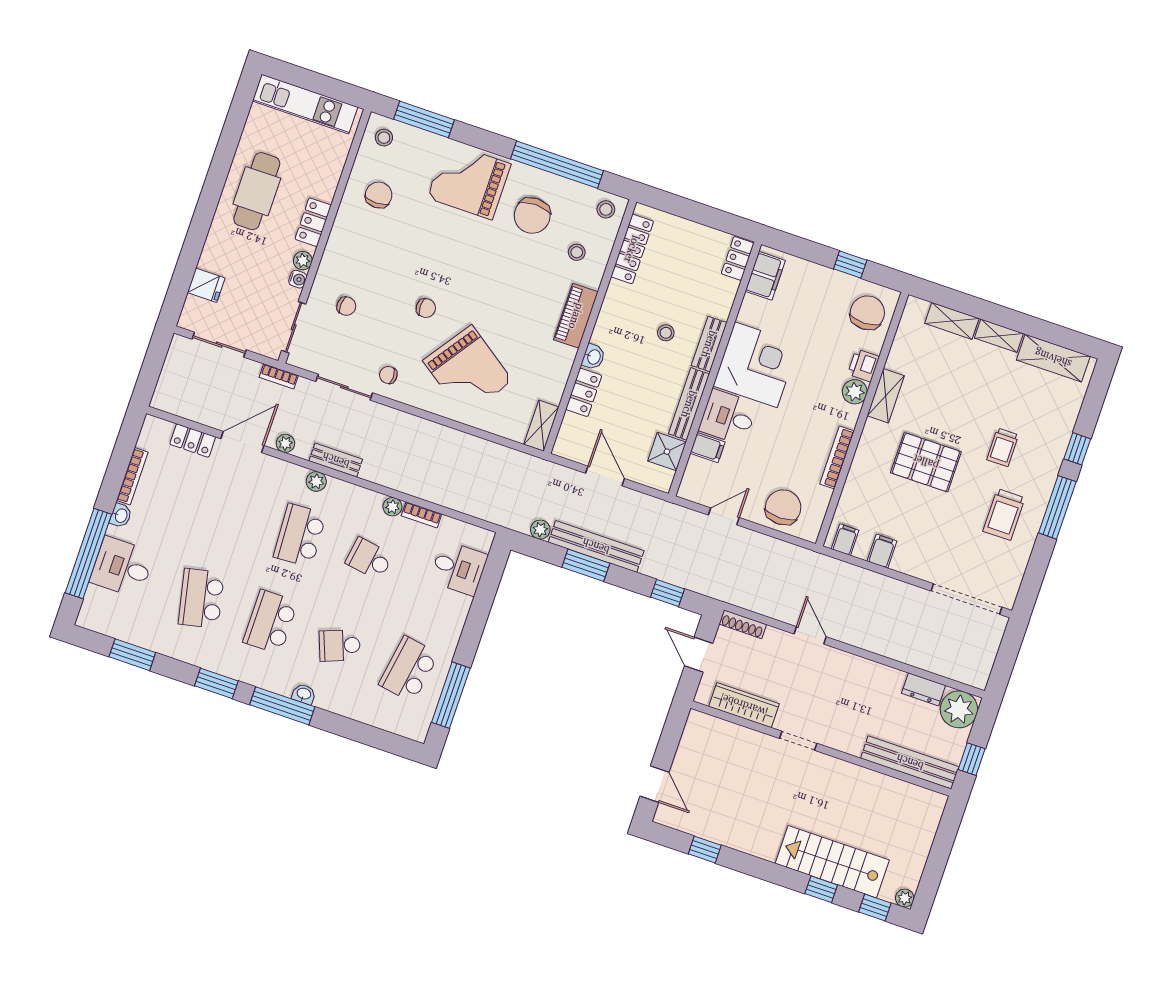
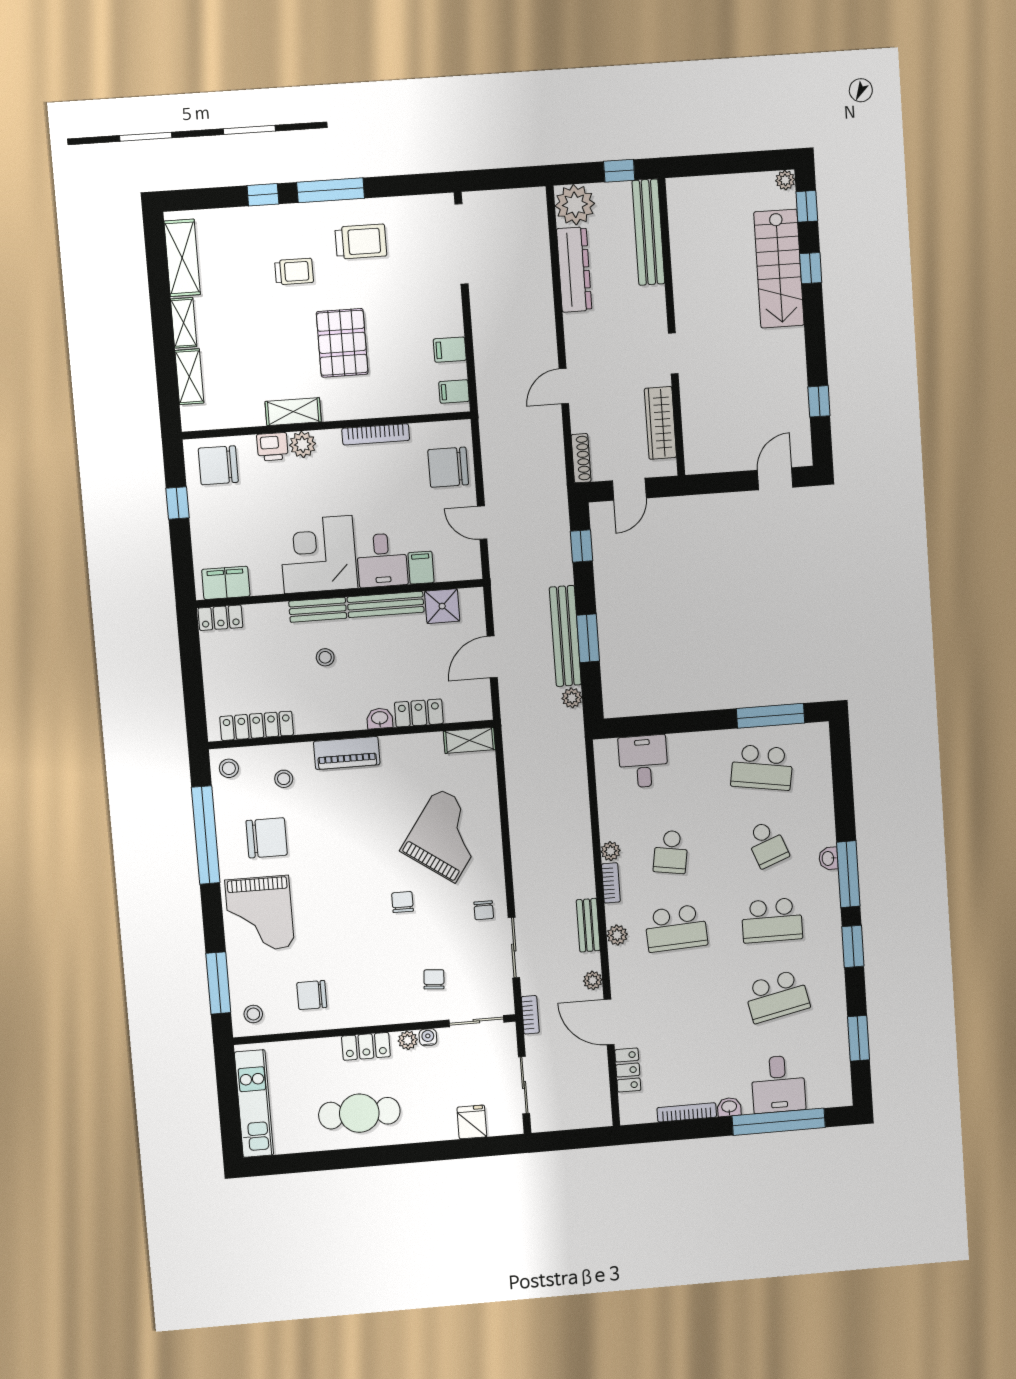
bookcase: (422, 515) -> (611, 883), moved
dresser: (924, 689) -> (574, 270), width x1.96, depth x1.24

